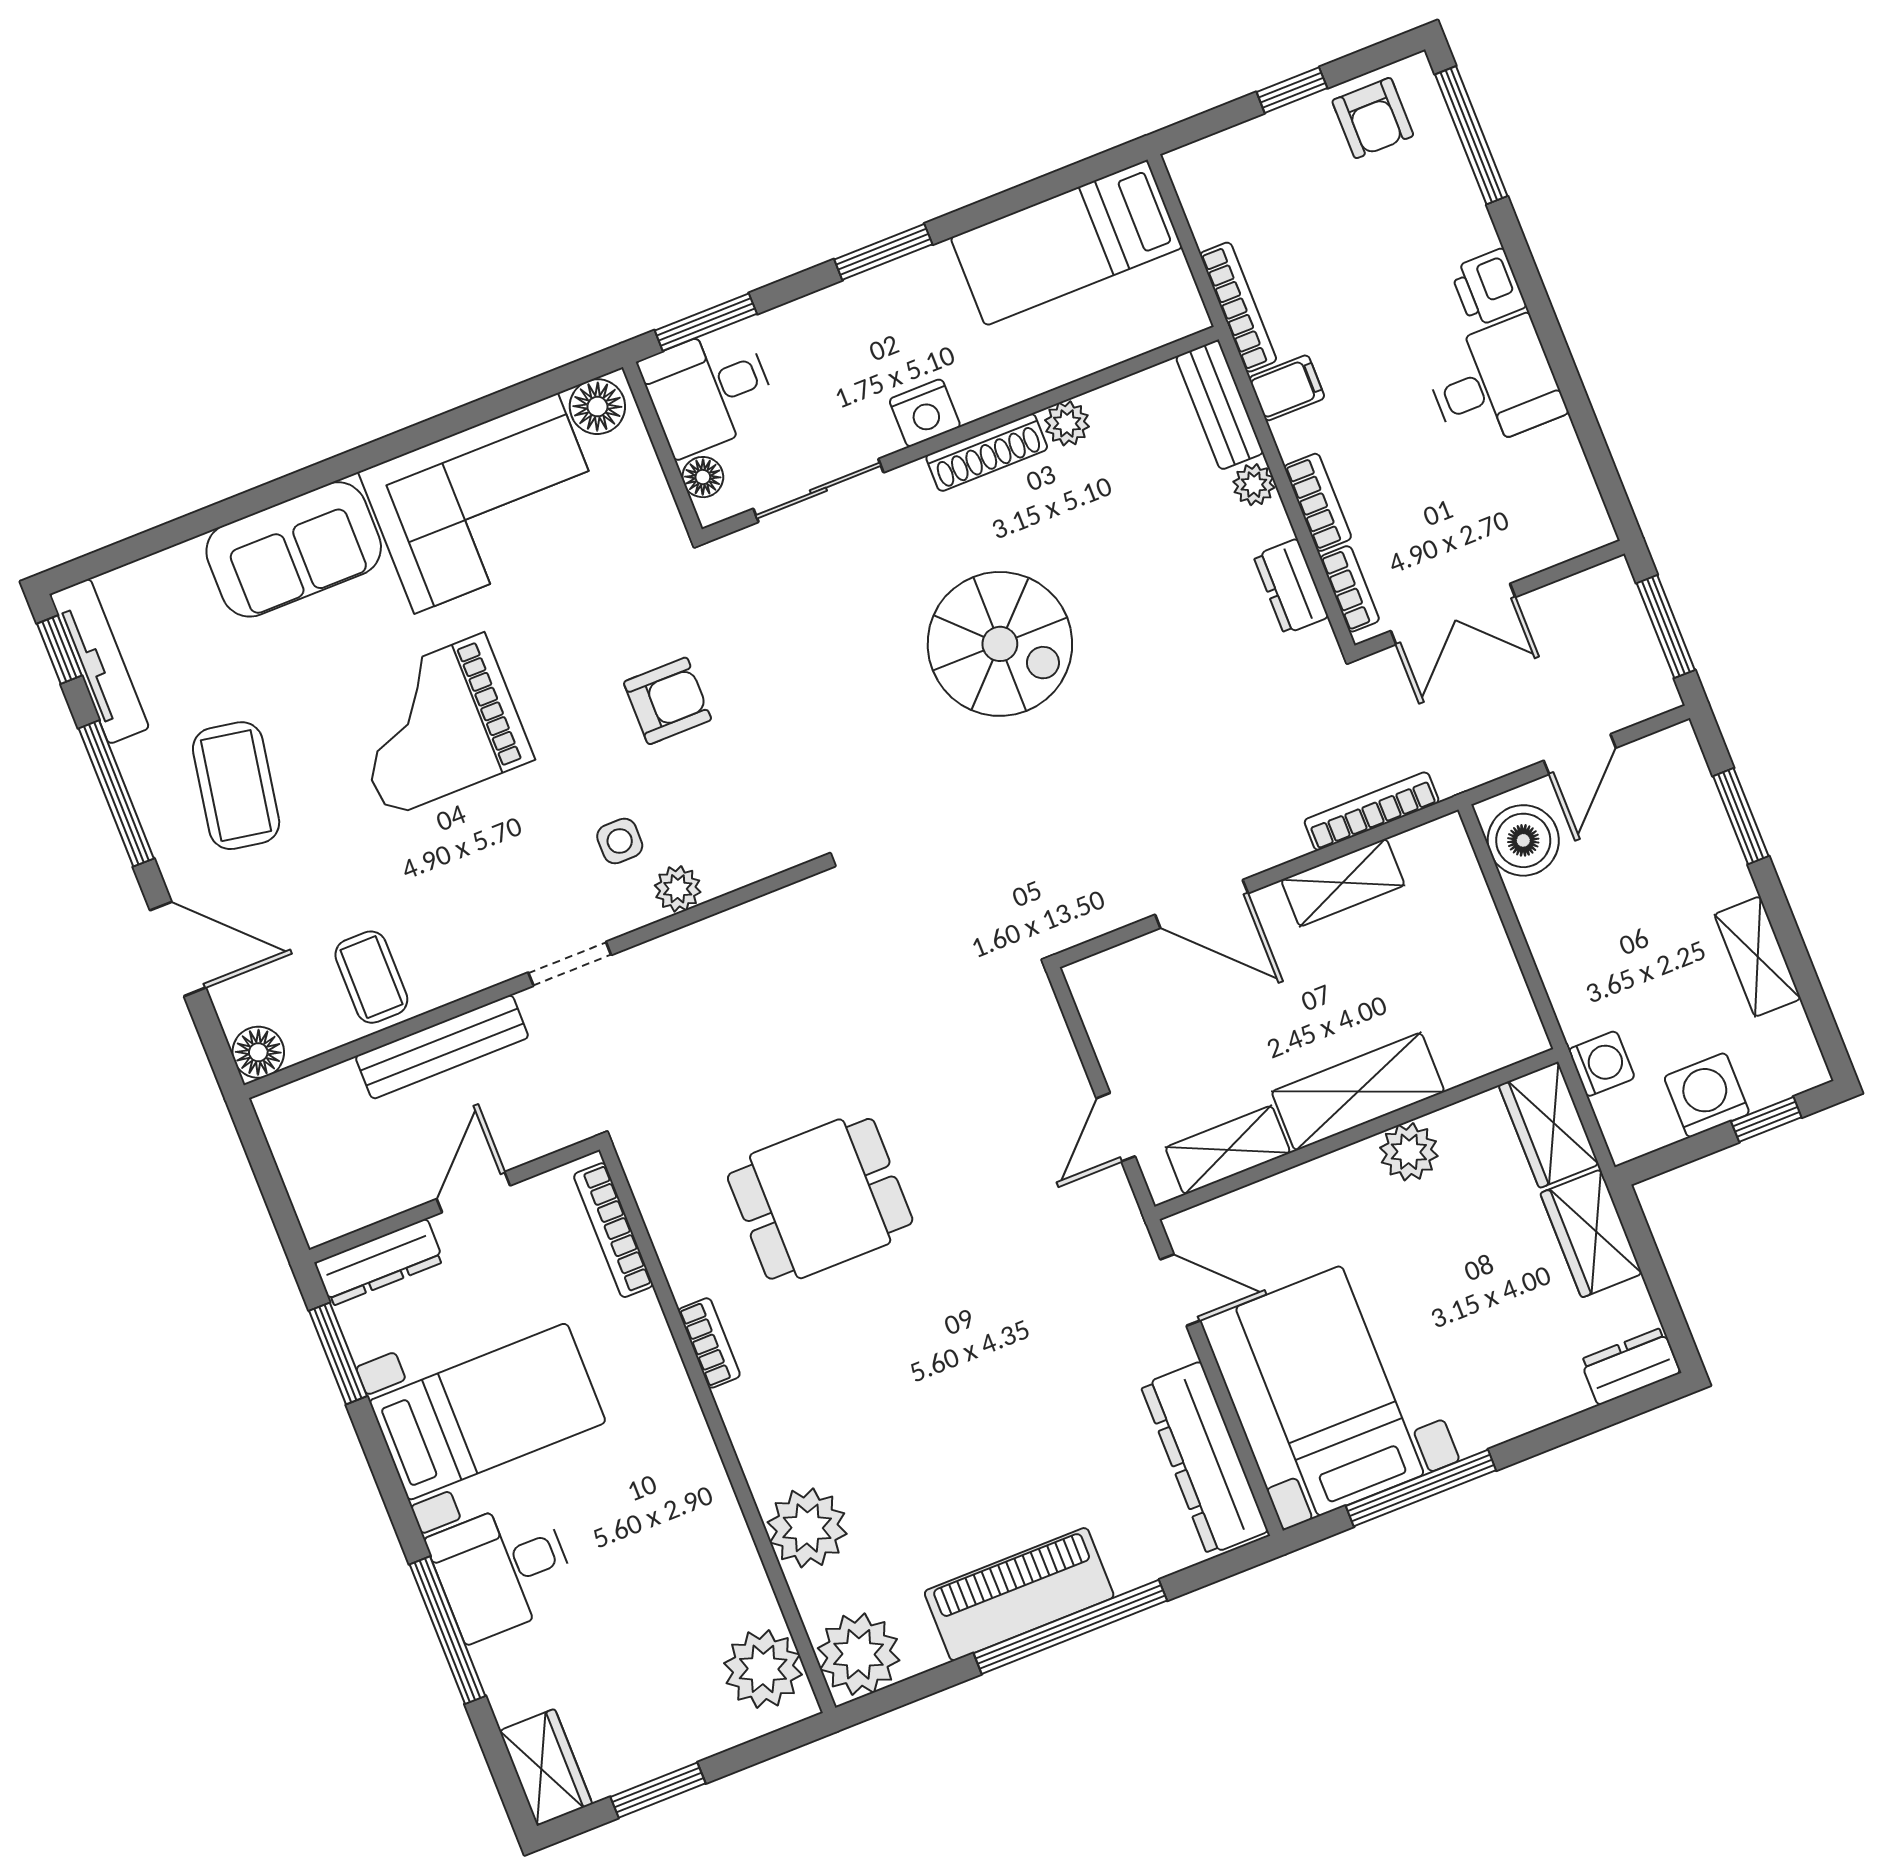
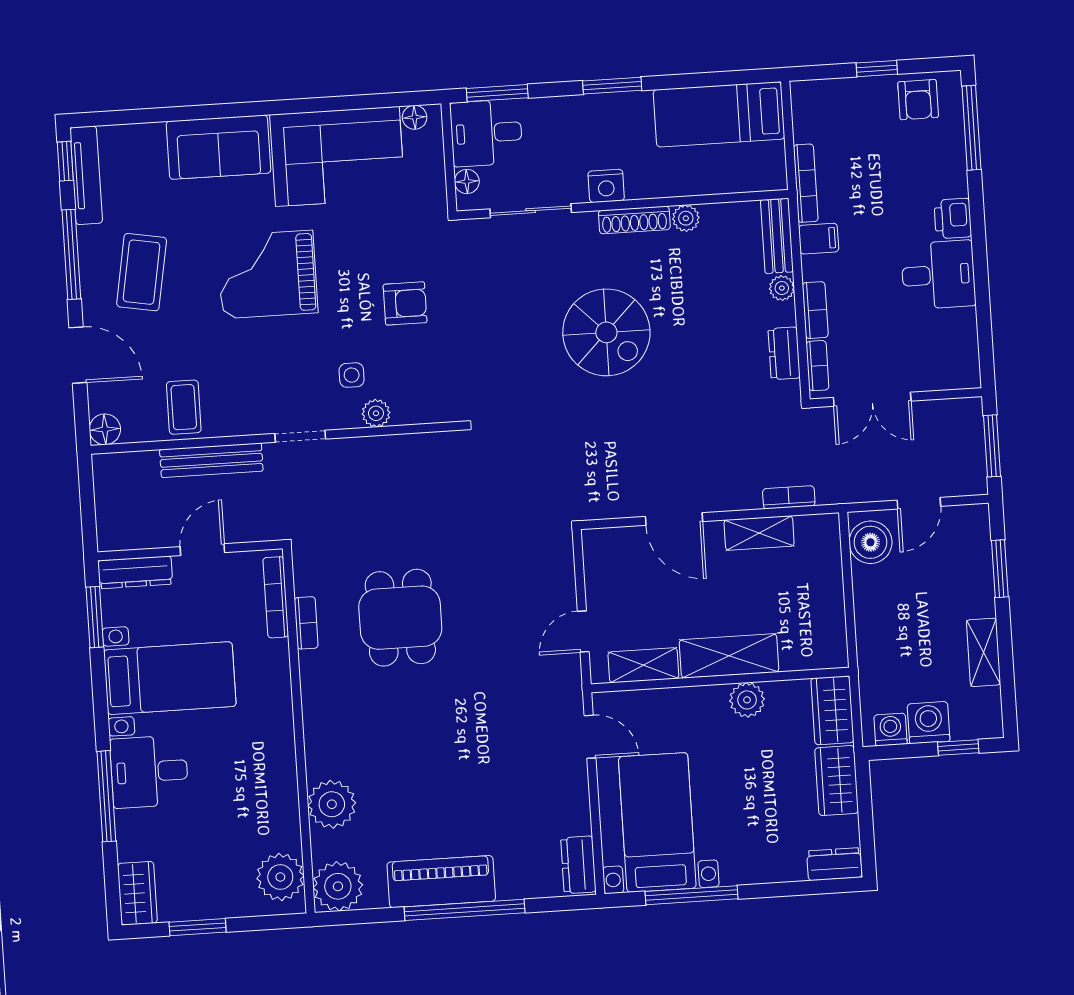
floor lamp: (597, 407) -> (415, 117), width x0.73, depth x0.73
bookcase: (1372, 811) -> (789, 497), width x0.64
washing machine: (1602, 1064) -> (890, 729), moved, turned -90
dining table: (820, 1199) -> (400, 618), turned 90
bookcase: (709, 1343) -> (306, 623), moved
dresser: (1204, 1458) -> (578, 865), width x0.51, depth x0.80

